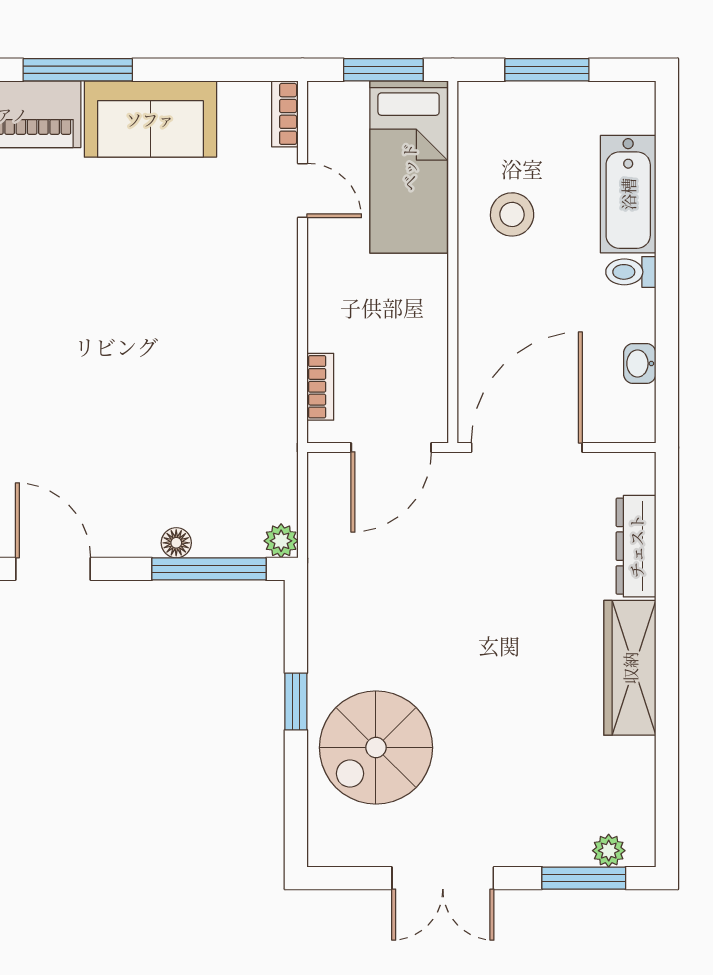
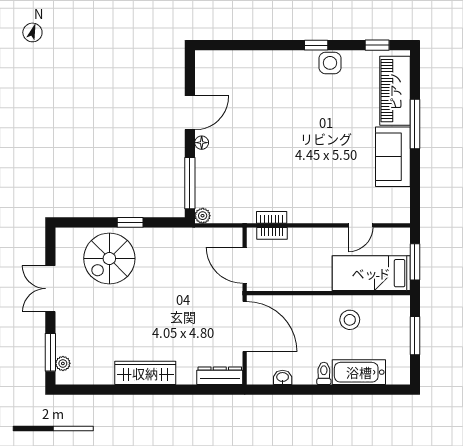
bookcase: (285, 114) -> (272, 217), moved
floor lamp: (176, 543) -> (202, 143), moved
dresser: (636, 546) -> (220, 376), moved
spiral stairs: (376, 748) -> (109, 258), turned -90

